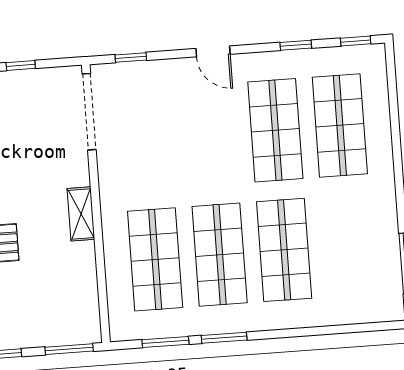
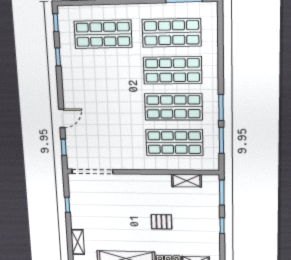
door: (213, 51) -> (62, 118), moved
shop shelf: (275, 130) -> (172, 33), moved
shelving: (81, 214) -> (186, 181), moved

